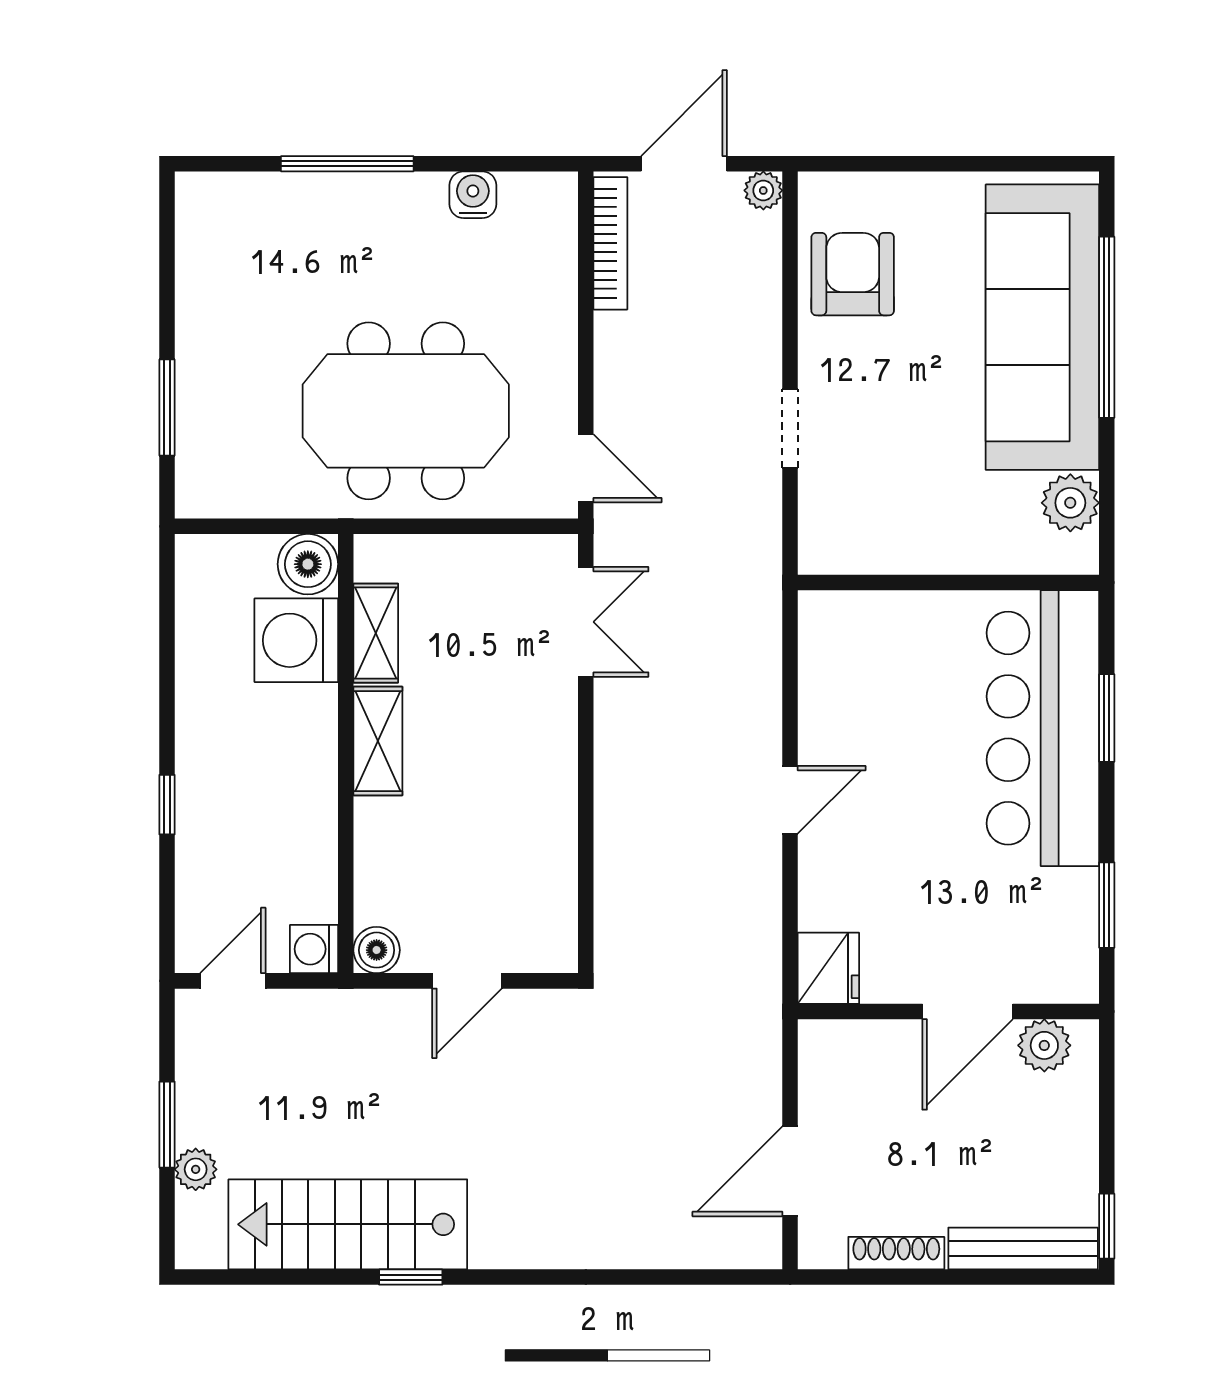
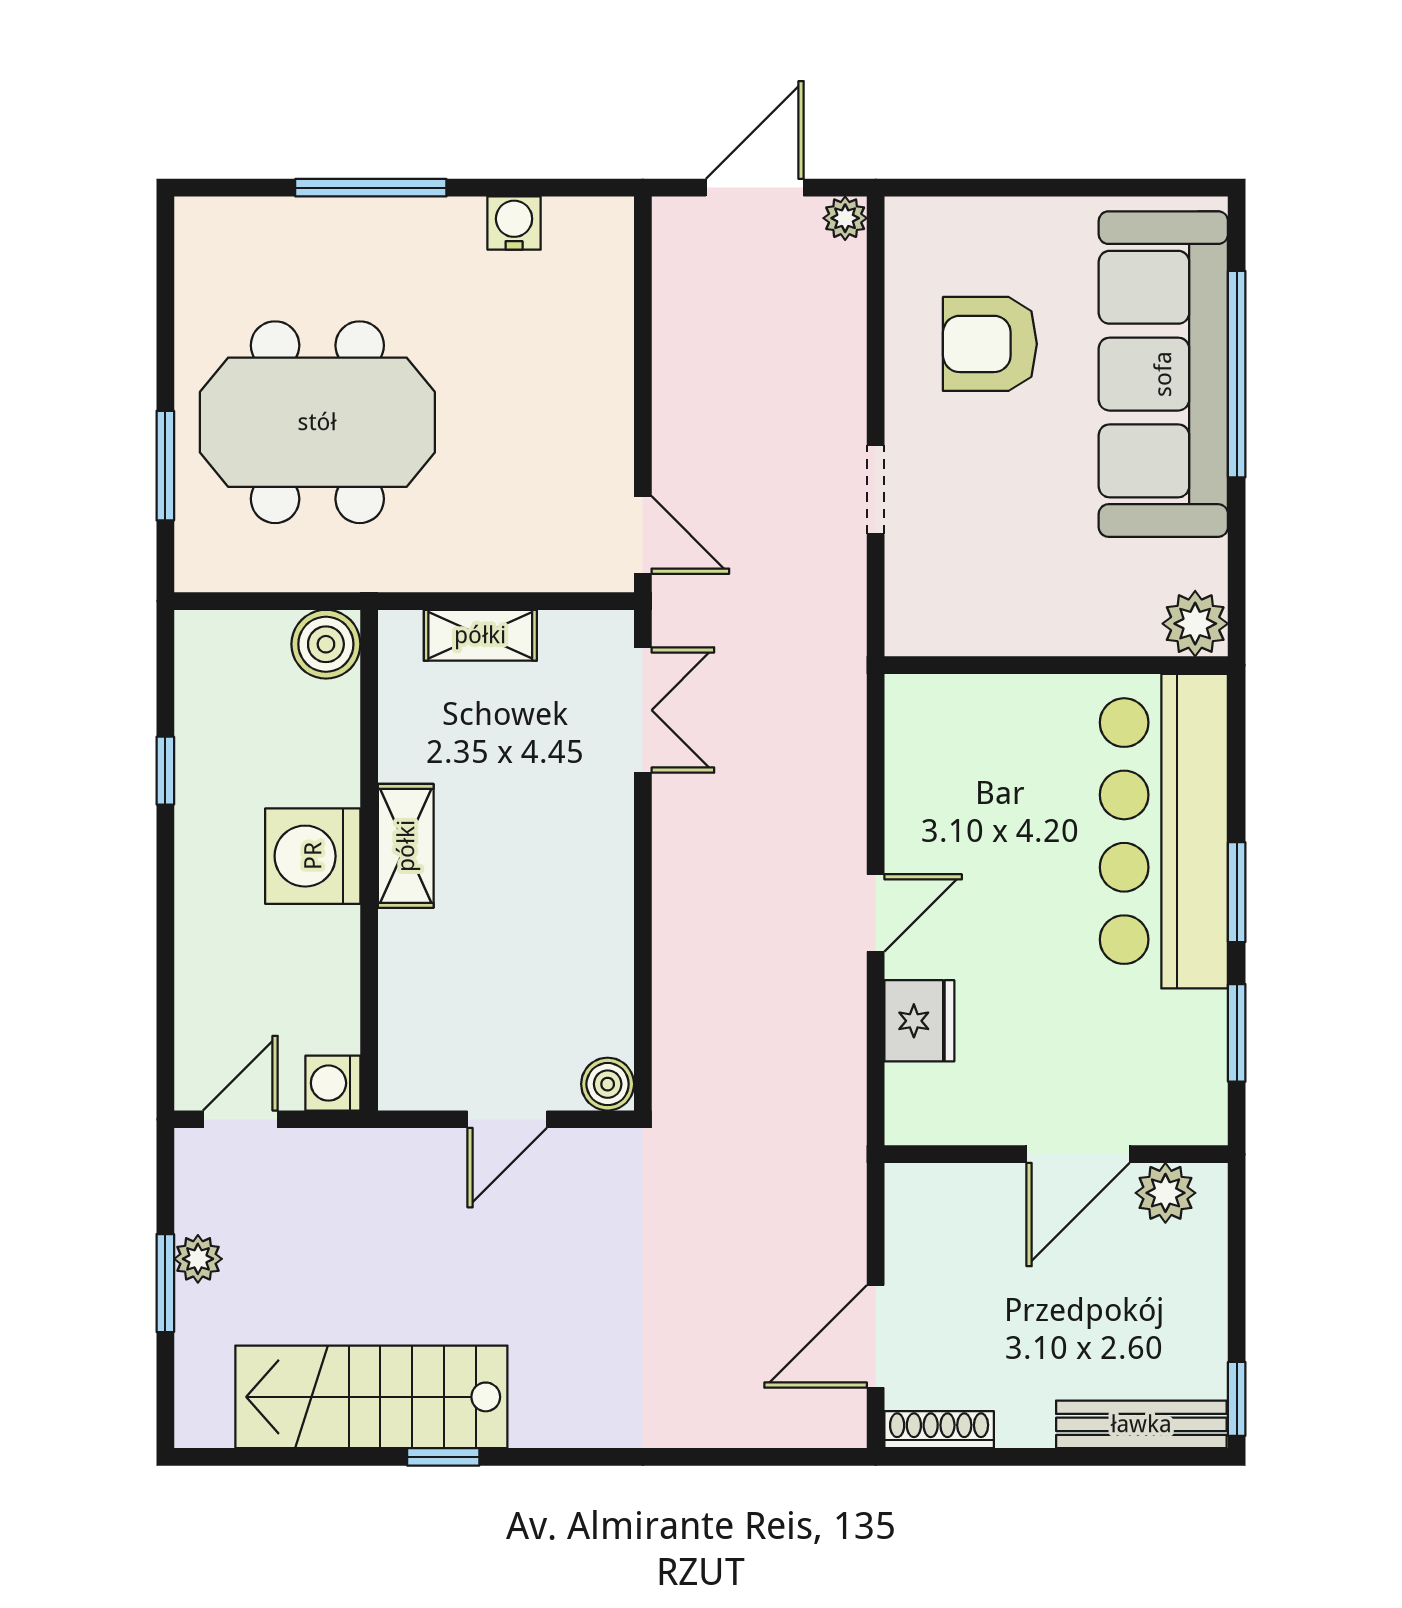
bookcase: (610, 243) -> (671, 278), removed
armchair: (853, 274) -> (990, 344), moved, turned -90
meeting table: (406, 411) -> (317, 422), moved
plant: (1070, 503) -> (1195, 624), moved
shelving: (376, 633) -> (480, 635), moved, turned 90
washing machine: (296, 640) -> (313, 856), moved
window: (1107, 718) -> (1237, 892), moved
window: (167, 805) -> (165, 771), moved
boiler: (377, 950) -> (608, 1084), moved
fridge: (828, 968) -> (919, 1021), moved
plant: (196, 1169) -> (198, 1259), moved
shoe rack: (896, 1253) -> (939, 1430), moved

